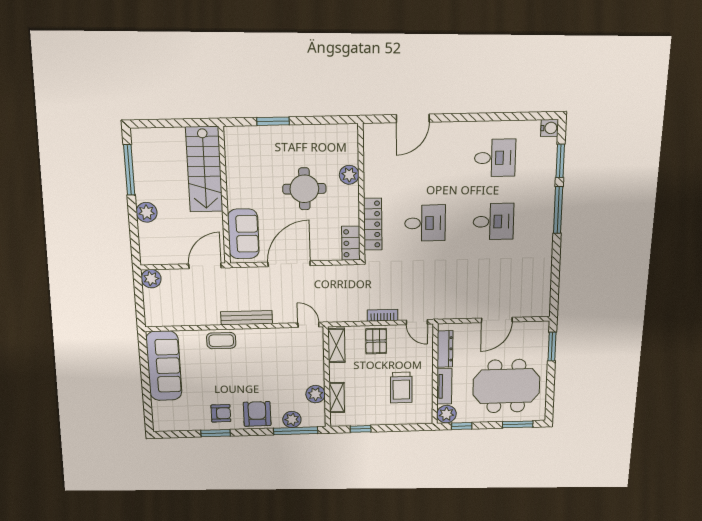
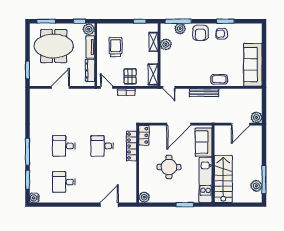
kitchen unit: (237, 167) -> (206, 180), added
plant: (349, 175) -> (144, 197), moved
plant: (147, 212) -> (256, 186), moved
door: (205, 266) -> (241, 124), moved

